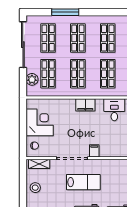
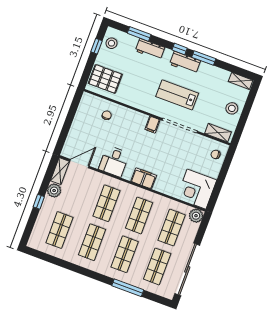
plant: (32, 79) -> (196, 216), moved
corner desk: (40, 122) -> (196, 189), moved

